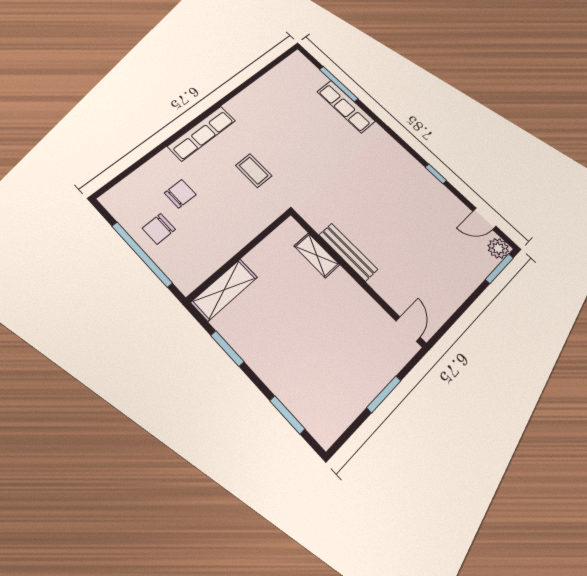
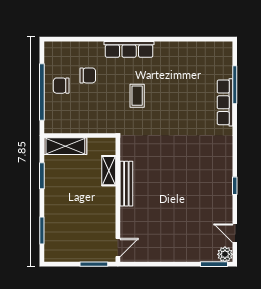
bench: (348, 252) -> (126, 184), moved
shelving: (317, 255) -> (109, 171), moved
wall: (357, 277) -> (118, 200), moved
door: (408, 329) -> (118, 247), moved

